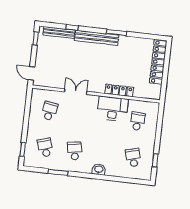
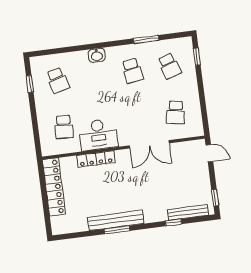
bench: (97, 38) -> (116, 220), moved
locker: (158, 62) -> (54, 187), moved
double door: (76, 92) -> (149, 144), width x1.37

